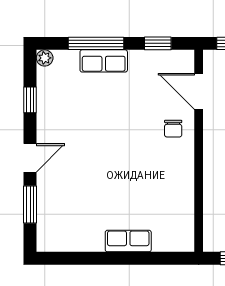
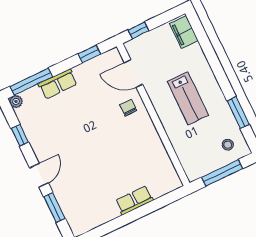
window: (96, 43) -> (31, 82), moved
chair: (173, 129) -> (128, 108), turned 180

